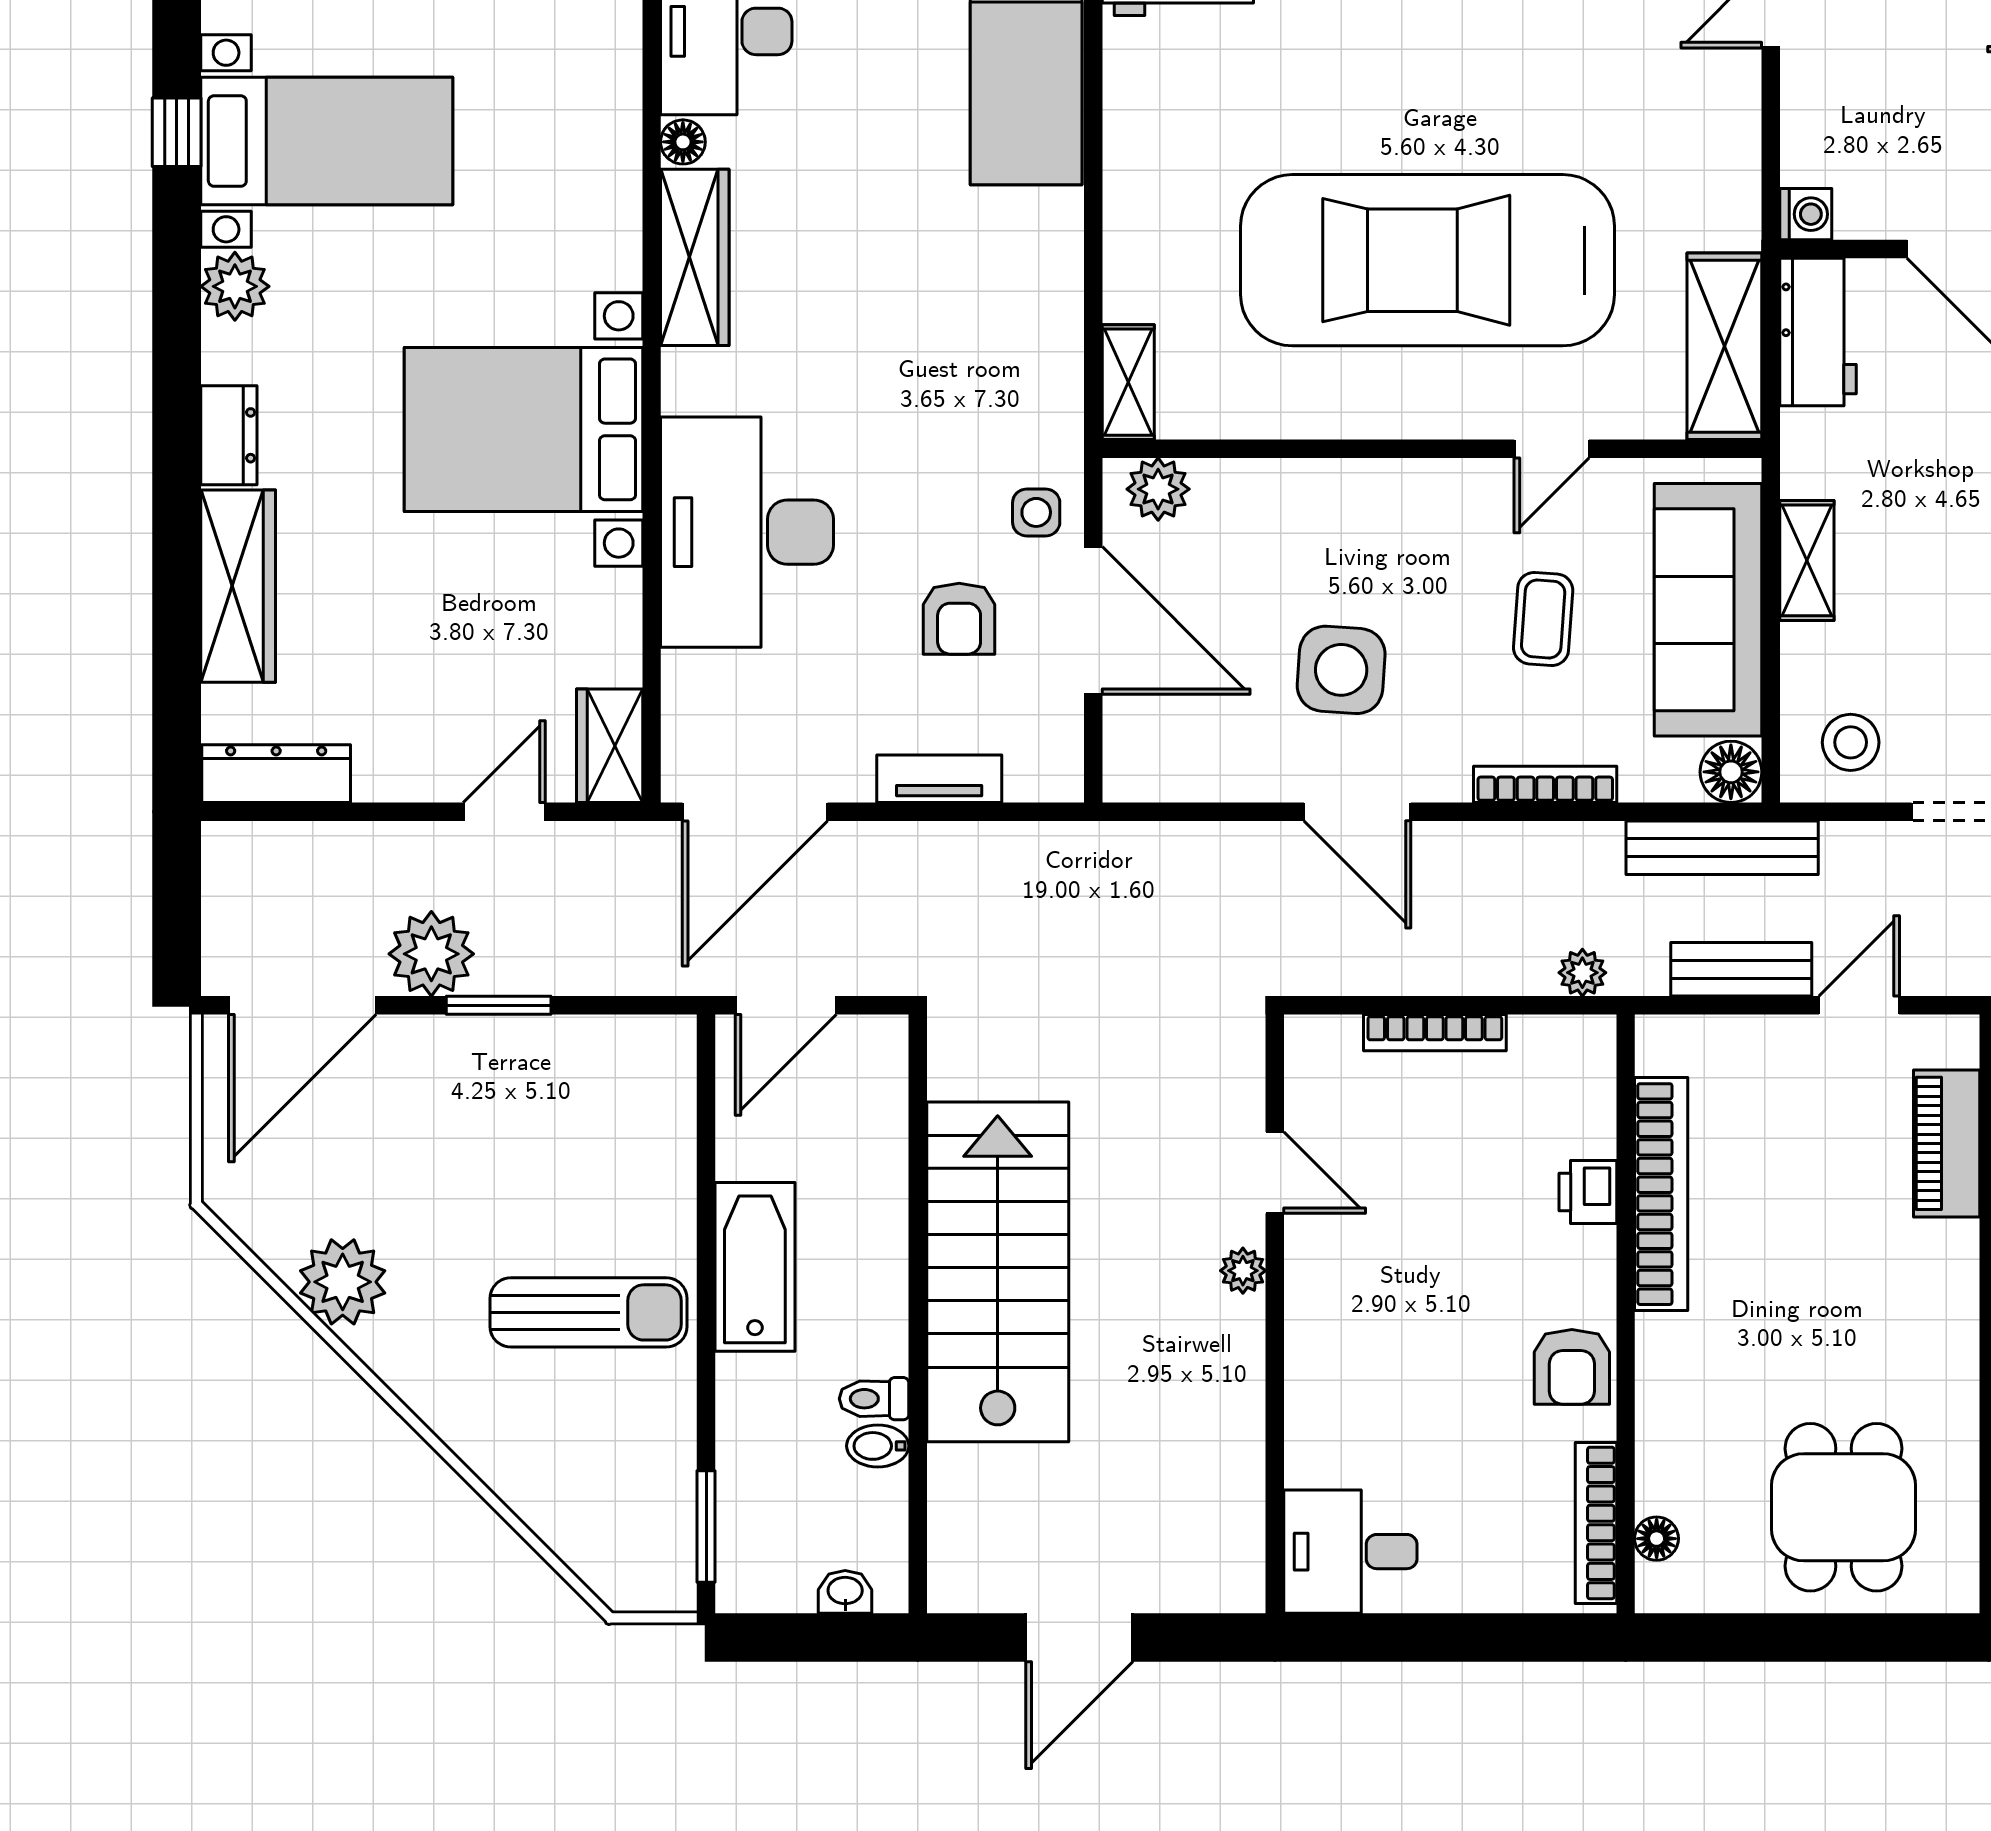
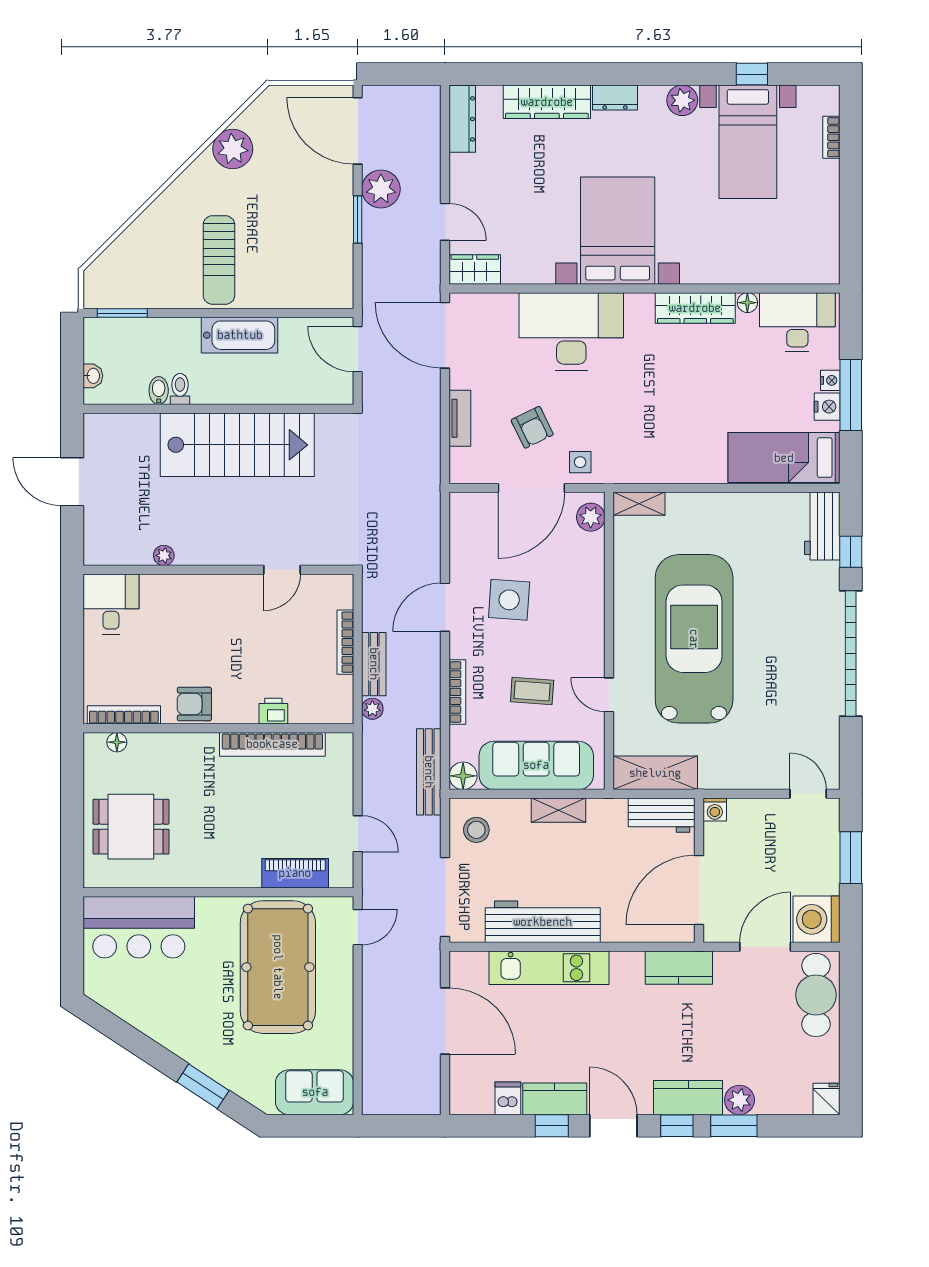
armchair: (959, 619) -> (532, 427), turned -116
bench: (1741, 969) -> (374, 664), moved
plant: (1243, 1271) -> (164, 555), moved

